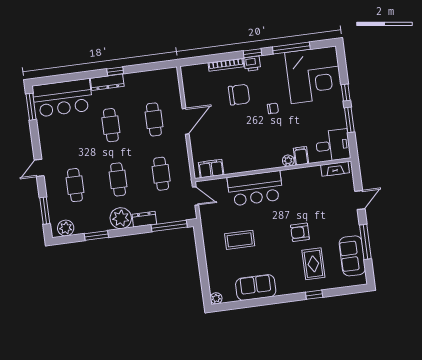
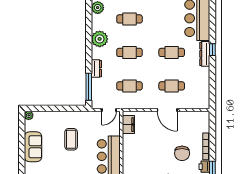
window: (115, 71) -> (212, 50), moved
plant: (121, 218) -> (100, 39), moved
window: (96, 236) -> (89, 30), removed

